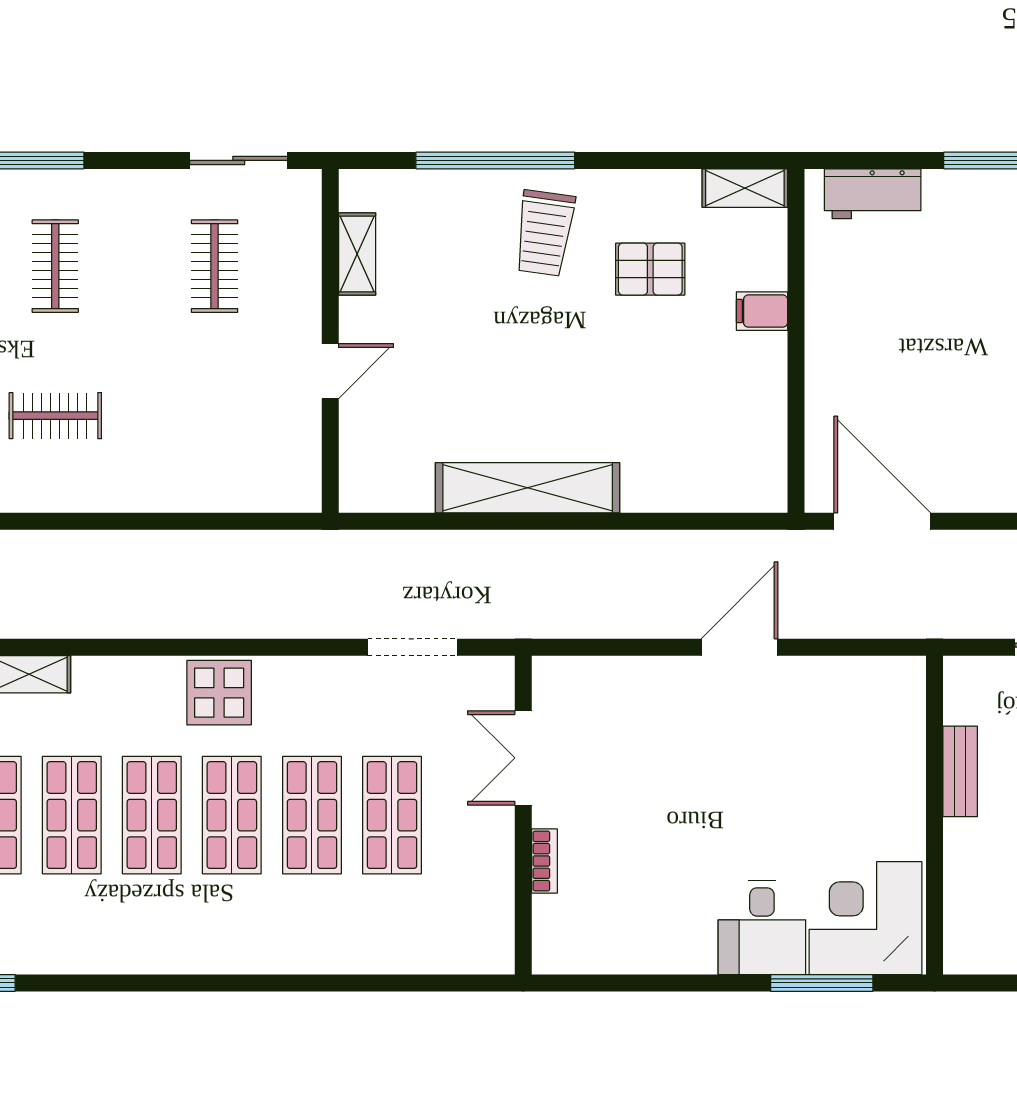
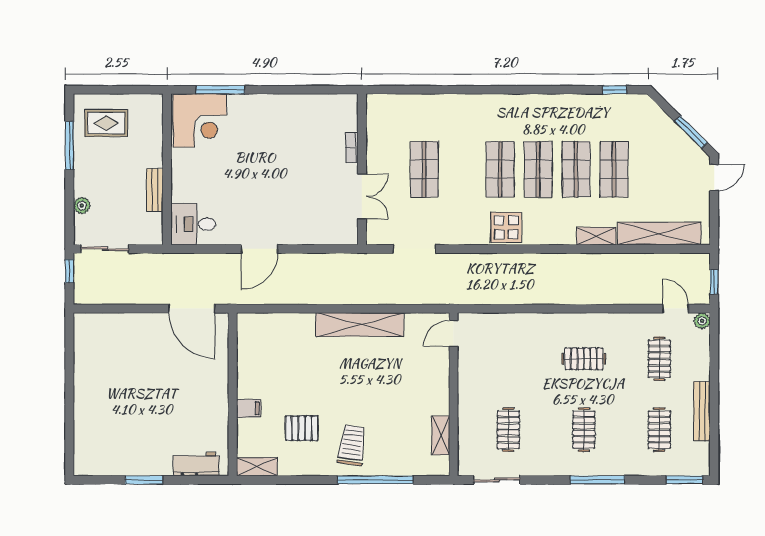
door: (330, 371) -> (454, 334), moved
shop shelf: (312, 815) -> (462, 169), removed
desk: (762, 927) -> (193, 224), moved, turned -90

